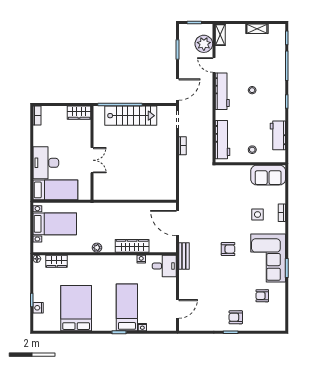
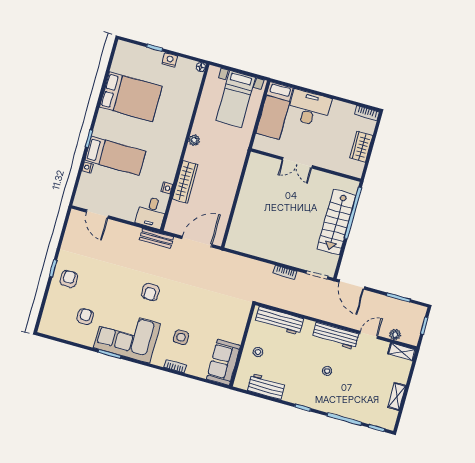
plant: (204, 44) -> (395, 335), width x0.53, depth x0.53
wardrobe: (79, 113) -> (361, 147), moved
wardrobe: (57, 261) -> (191, 89), removed
nightstand: (38, 308) -> (170, 60), moved

